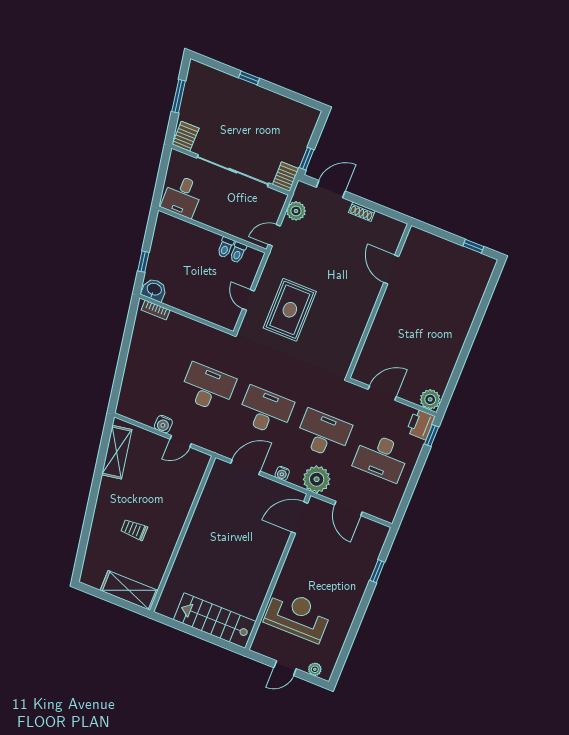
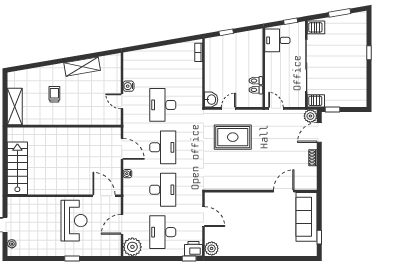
window: (163, 168) -> (291, 21), added
door: (331, 189) -> (319, 132), swing flipped
plant: (296, 211) -> (310, 116), moved
sofa: (439, 253) -> (306, 217), added
washbasin: (154, 290) -> (211, 100), moved
desk: (208, 388) -> (163, 105), turned 180
shelving: (117, 452) -> (82, 67), moved
plant: (317, 479) -> (132, 247), moved
window: (377, 571) -> (72, 258), moved
reception desk: (298, 616) -> (74, 221), moved

